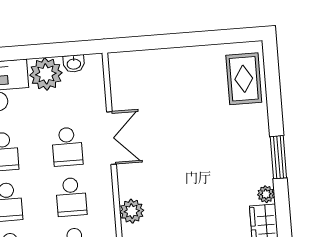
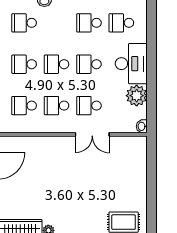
washbasin: (74, 64) -> (142, 126), moved
plant: (132, 211) -> (44, 144), removed

